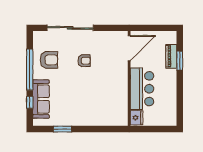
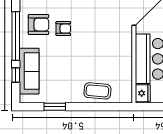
armchair: (84, 61) -> (63, 29), moved
coffee table: (98, 116) -> (97, 91), added

